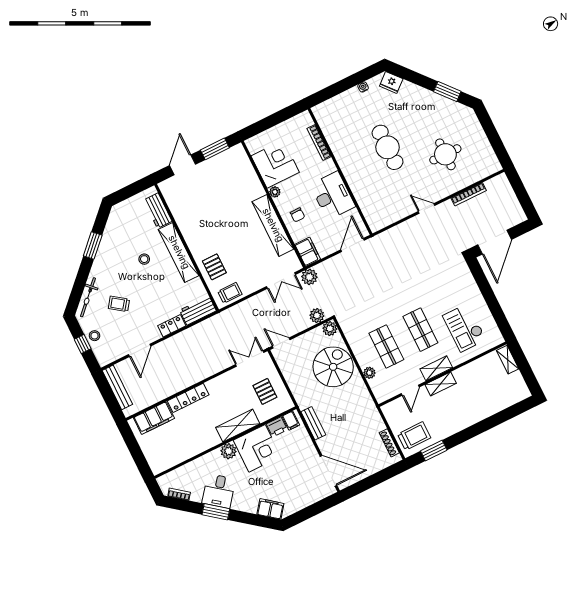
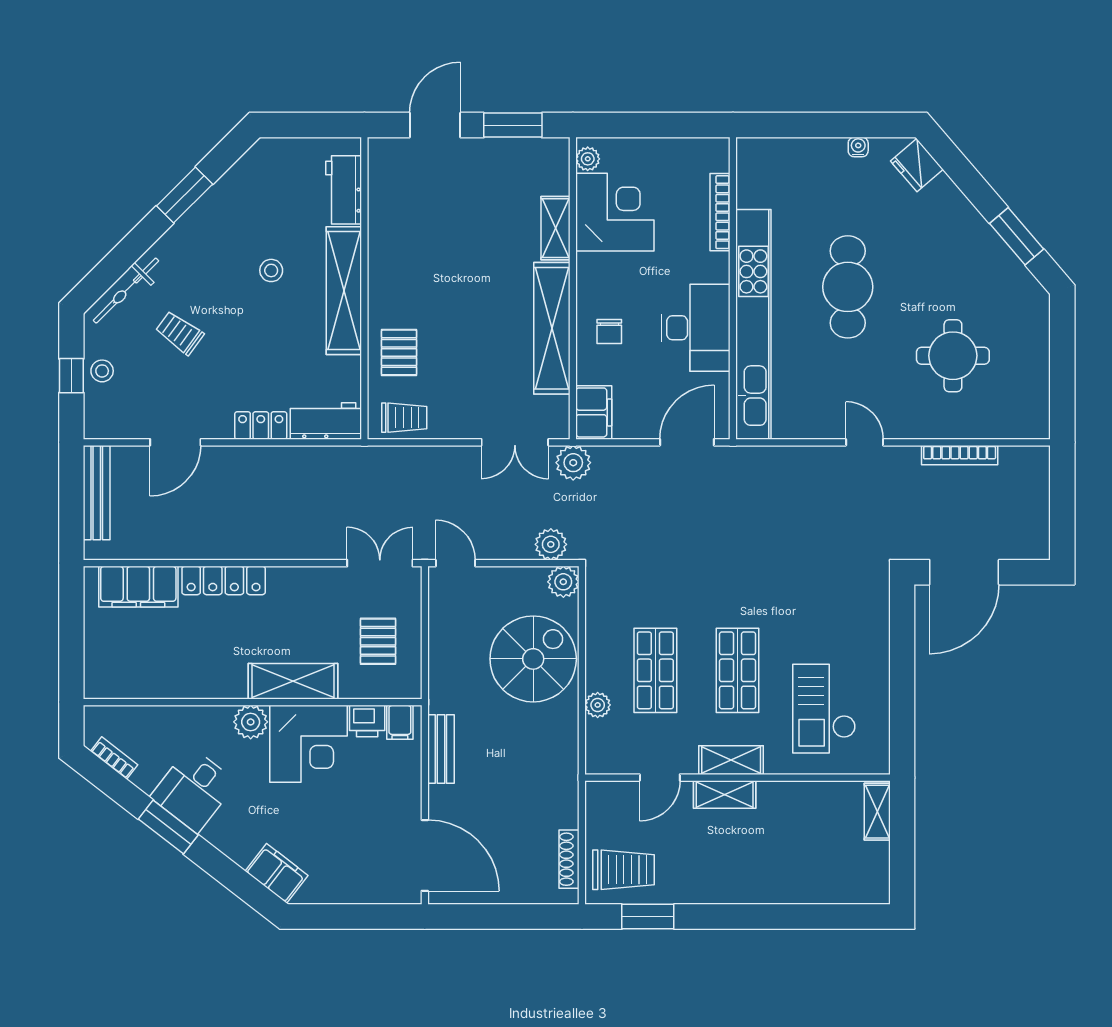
kitchen unit: (356, 182) -> (753, 324), added
shelving: (254, 183) -> (556, 228), added
plant: (275, 192) -> (588, 159), moved

